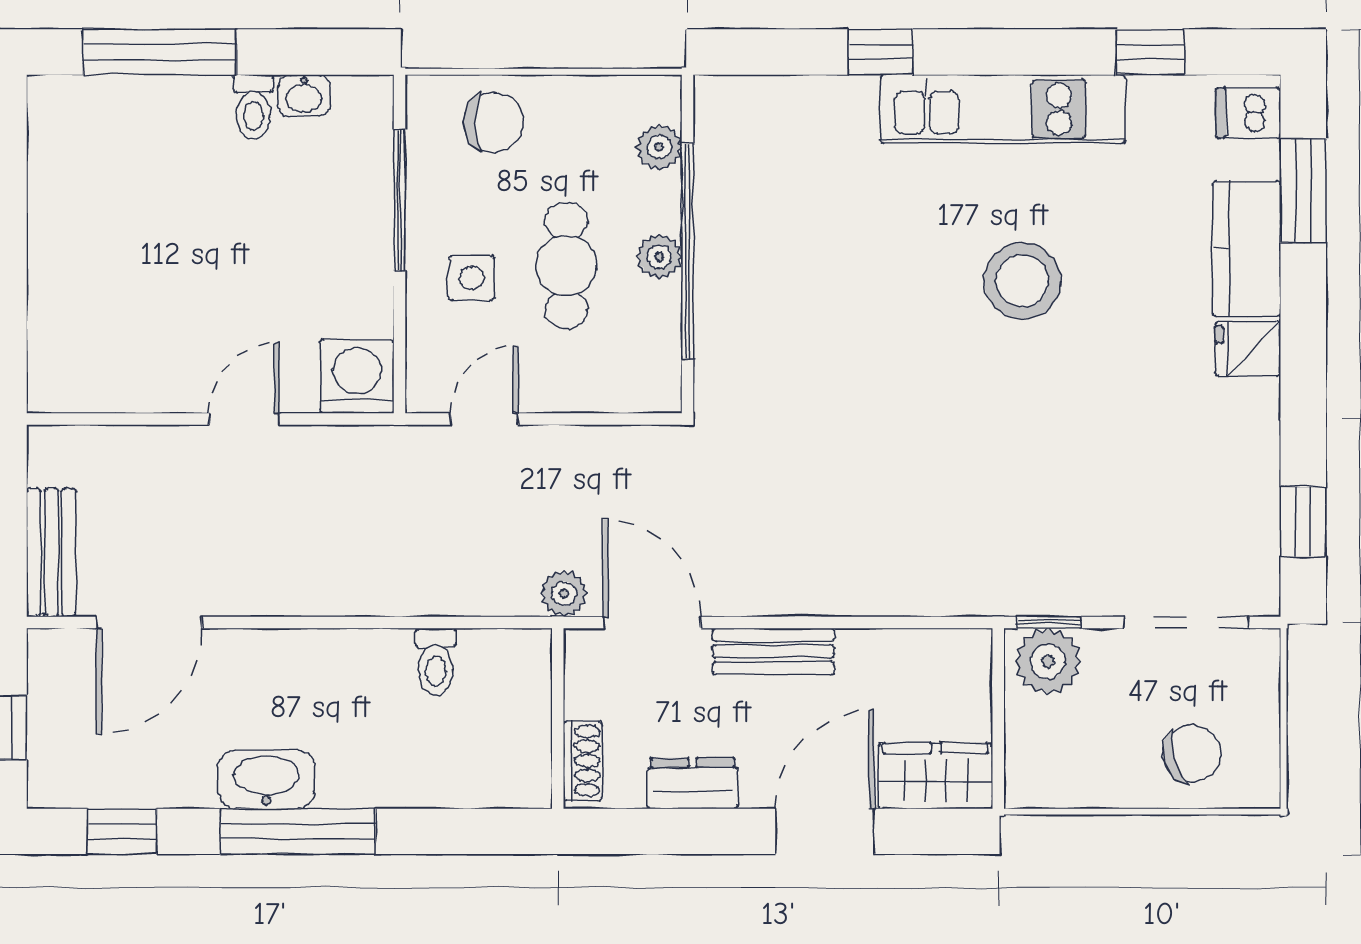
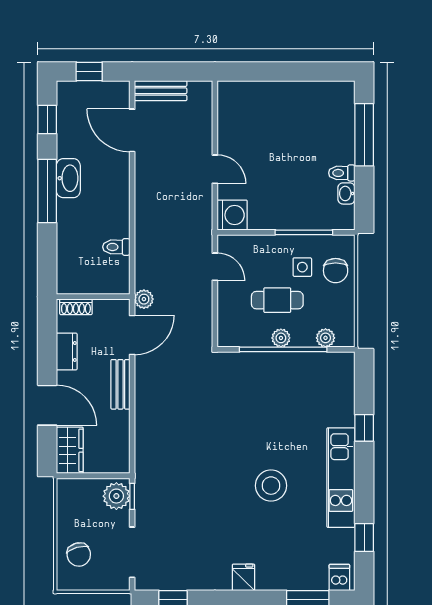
kitchen counter: (1247, 249) -> (284, 577), removed
side table: (472, 278) -> (302, 267), moved

